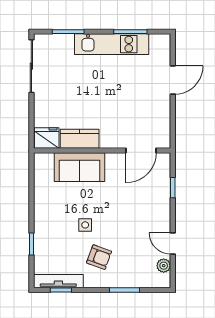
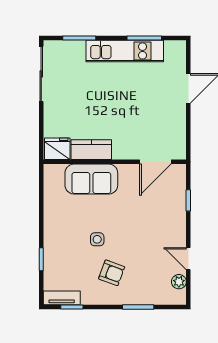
tv unit: (58, 281) -> (62, 298), width x0.71

